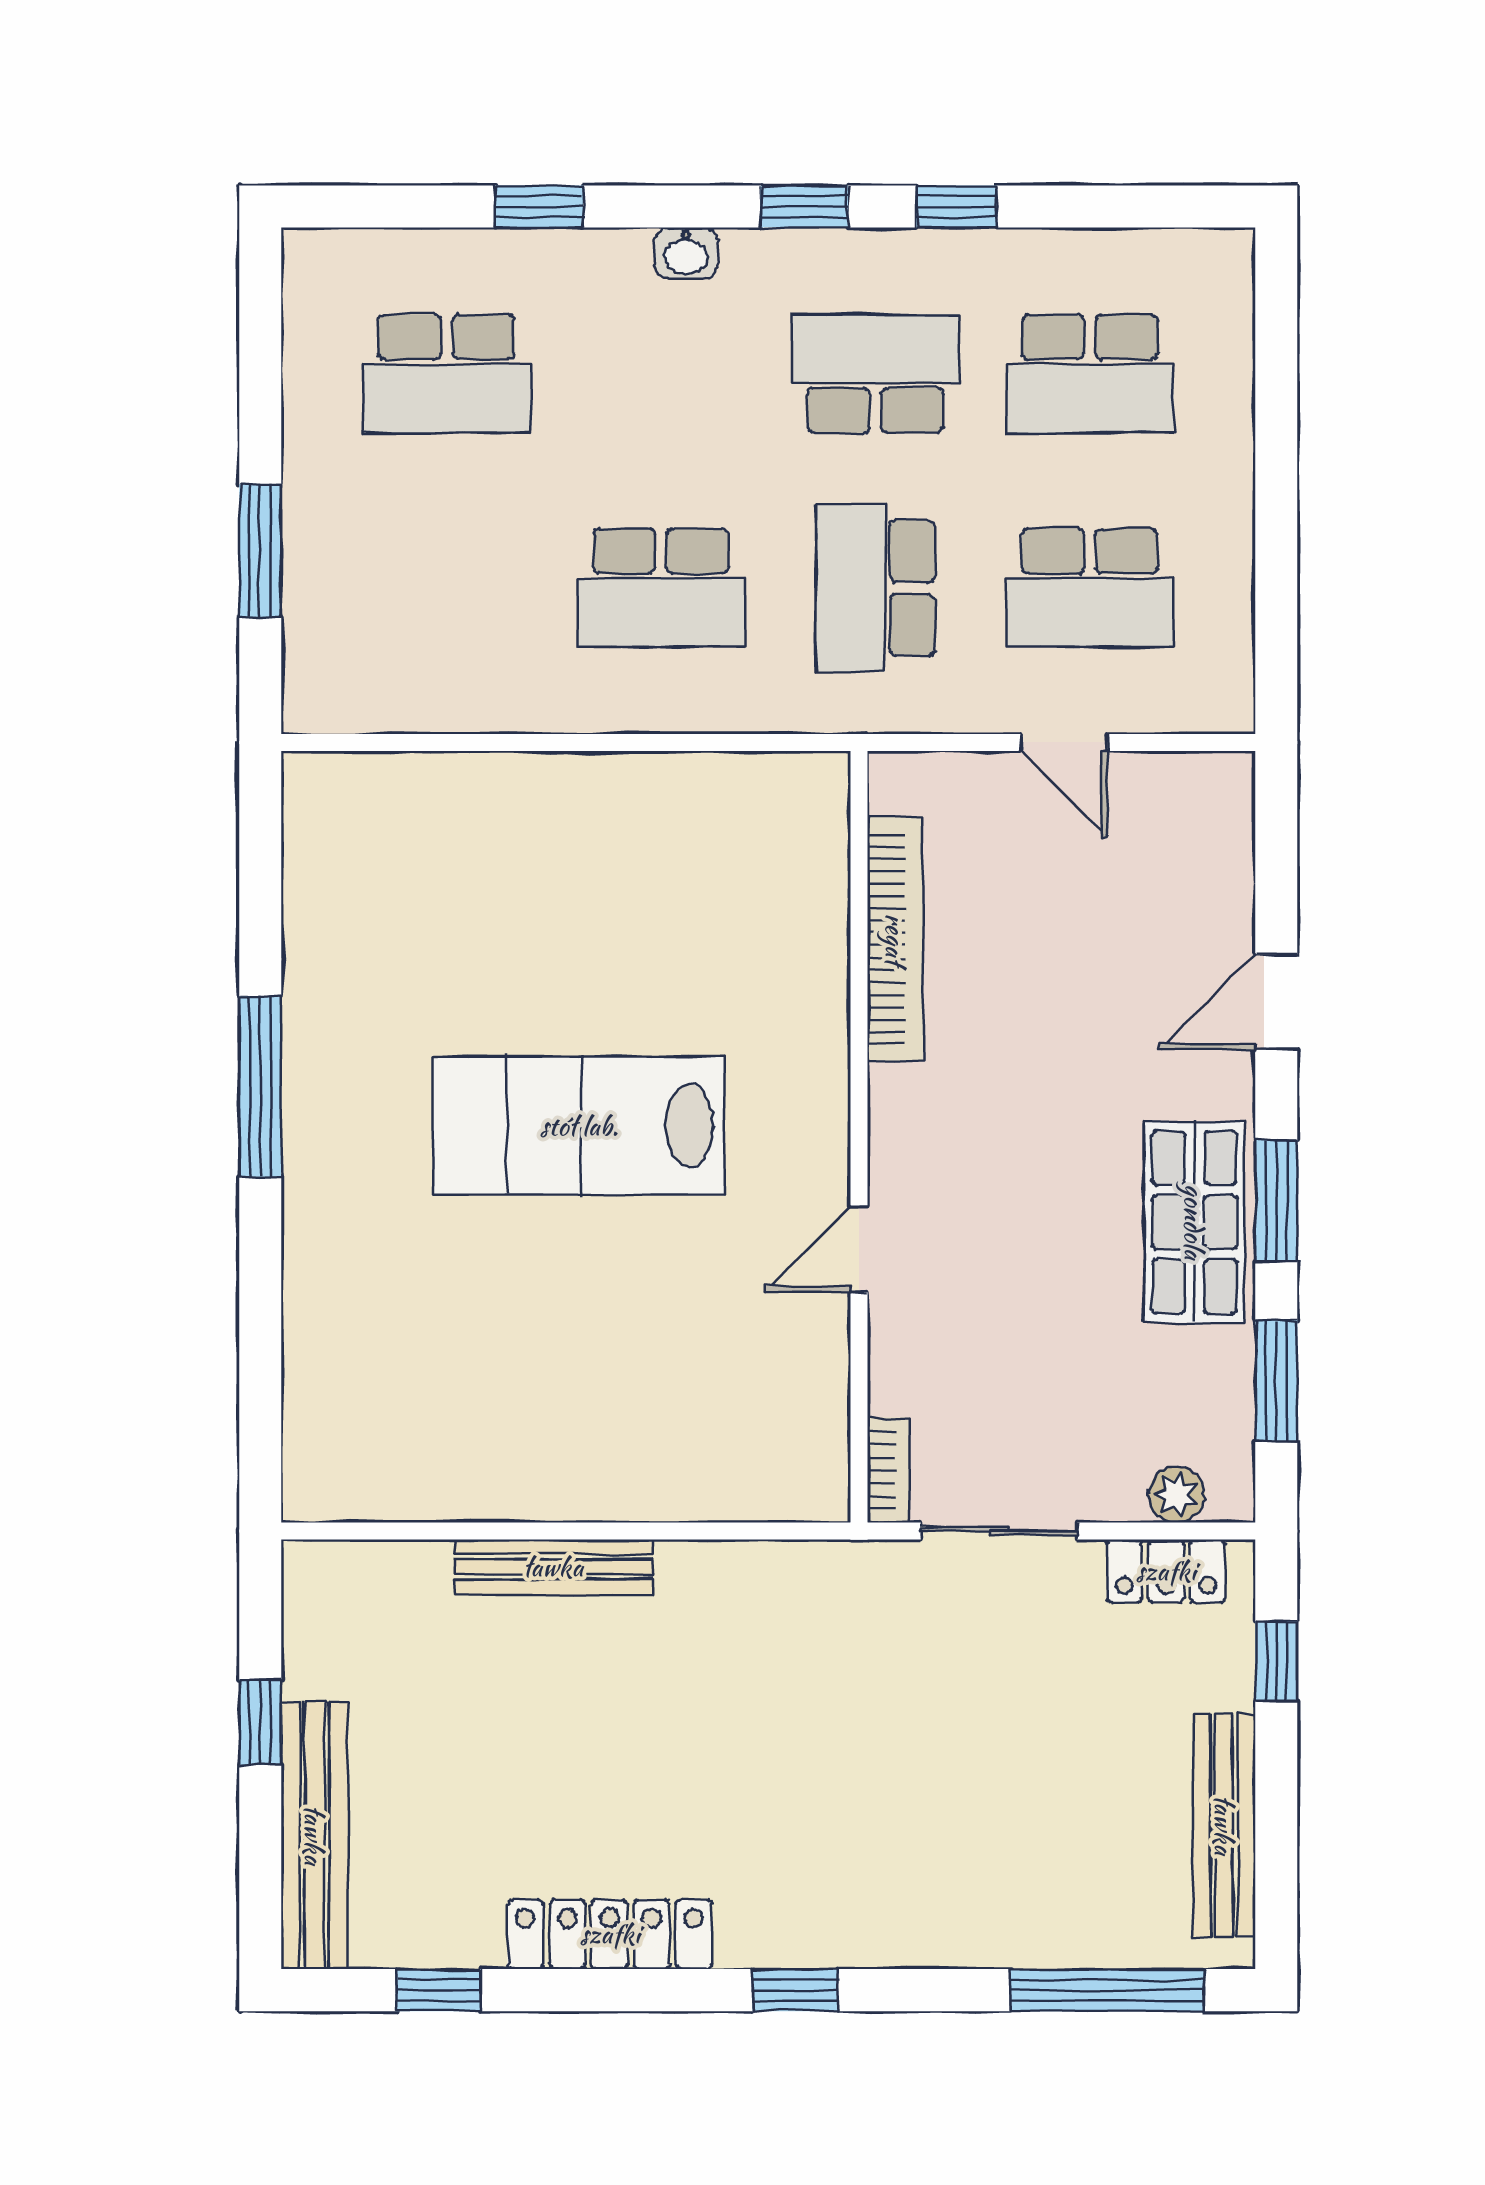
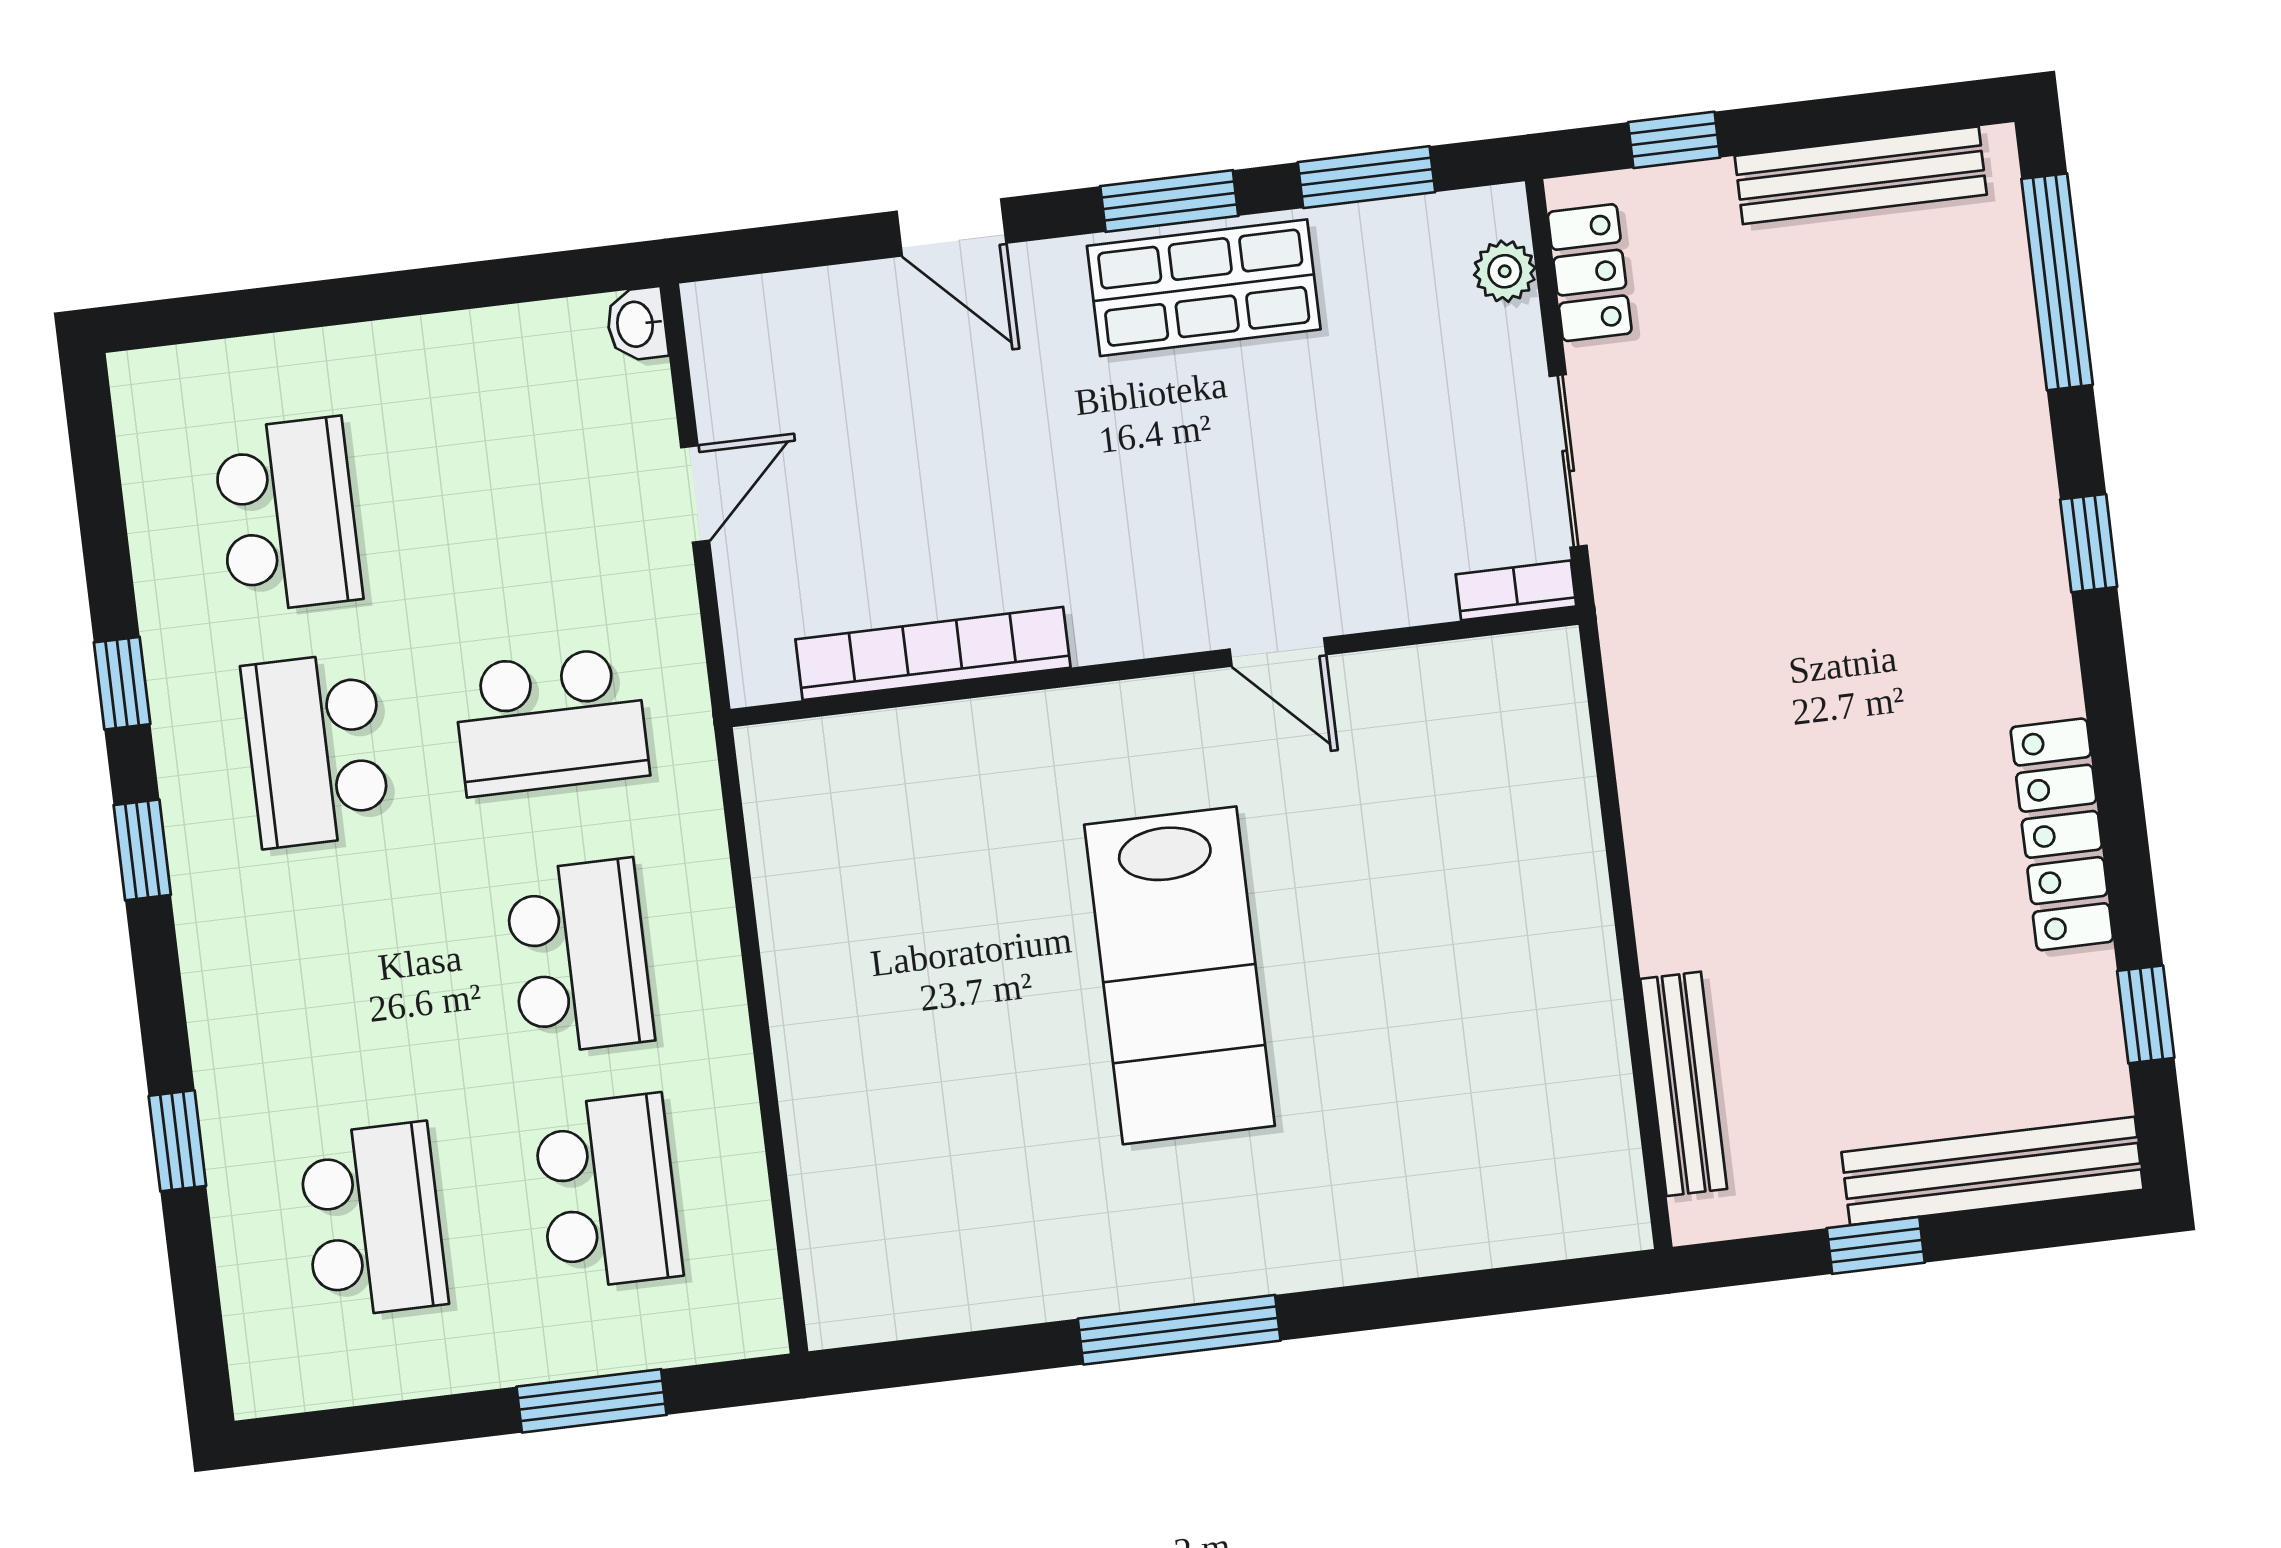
washbasin: (686, 253) -> (637, 324), moved, turned 180
school desk: (1090, 588) -> (608, 1192), moved
bench: (553, 1567) -> (1684, 1084), moved
window: (795, 1990) -> (2089, 543), moved

